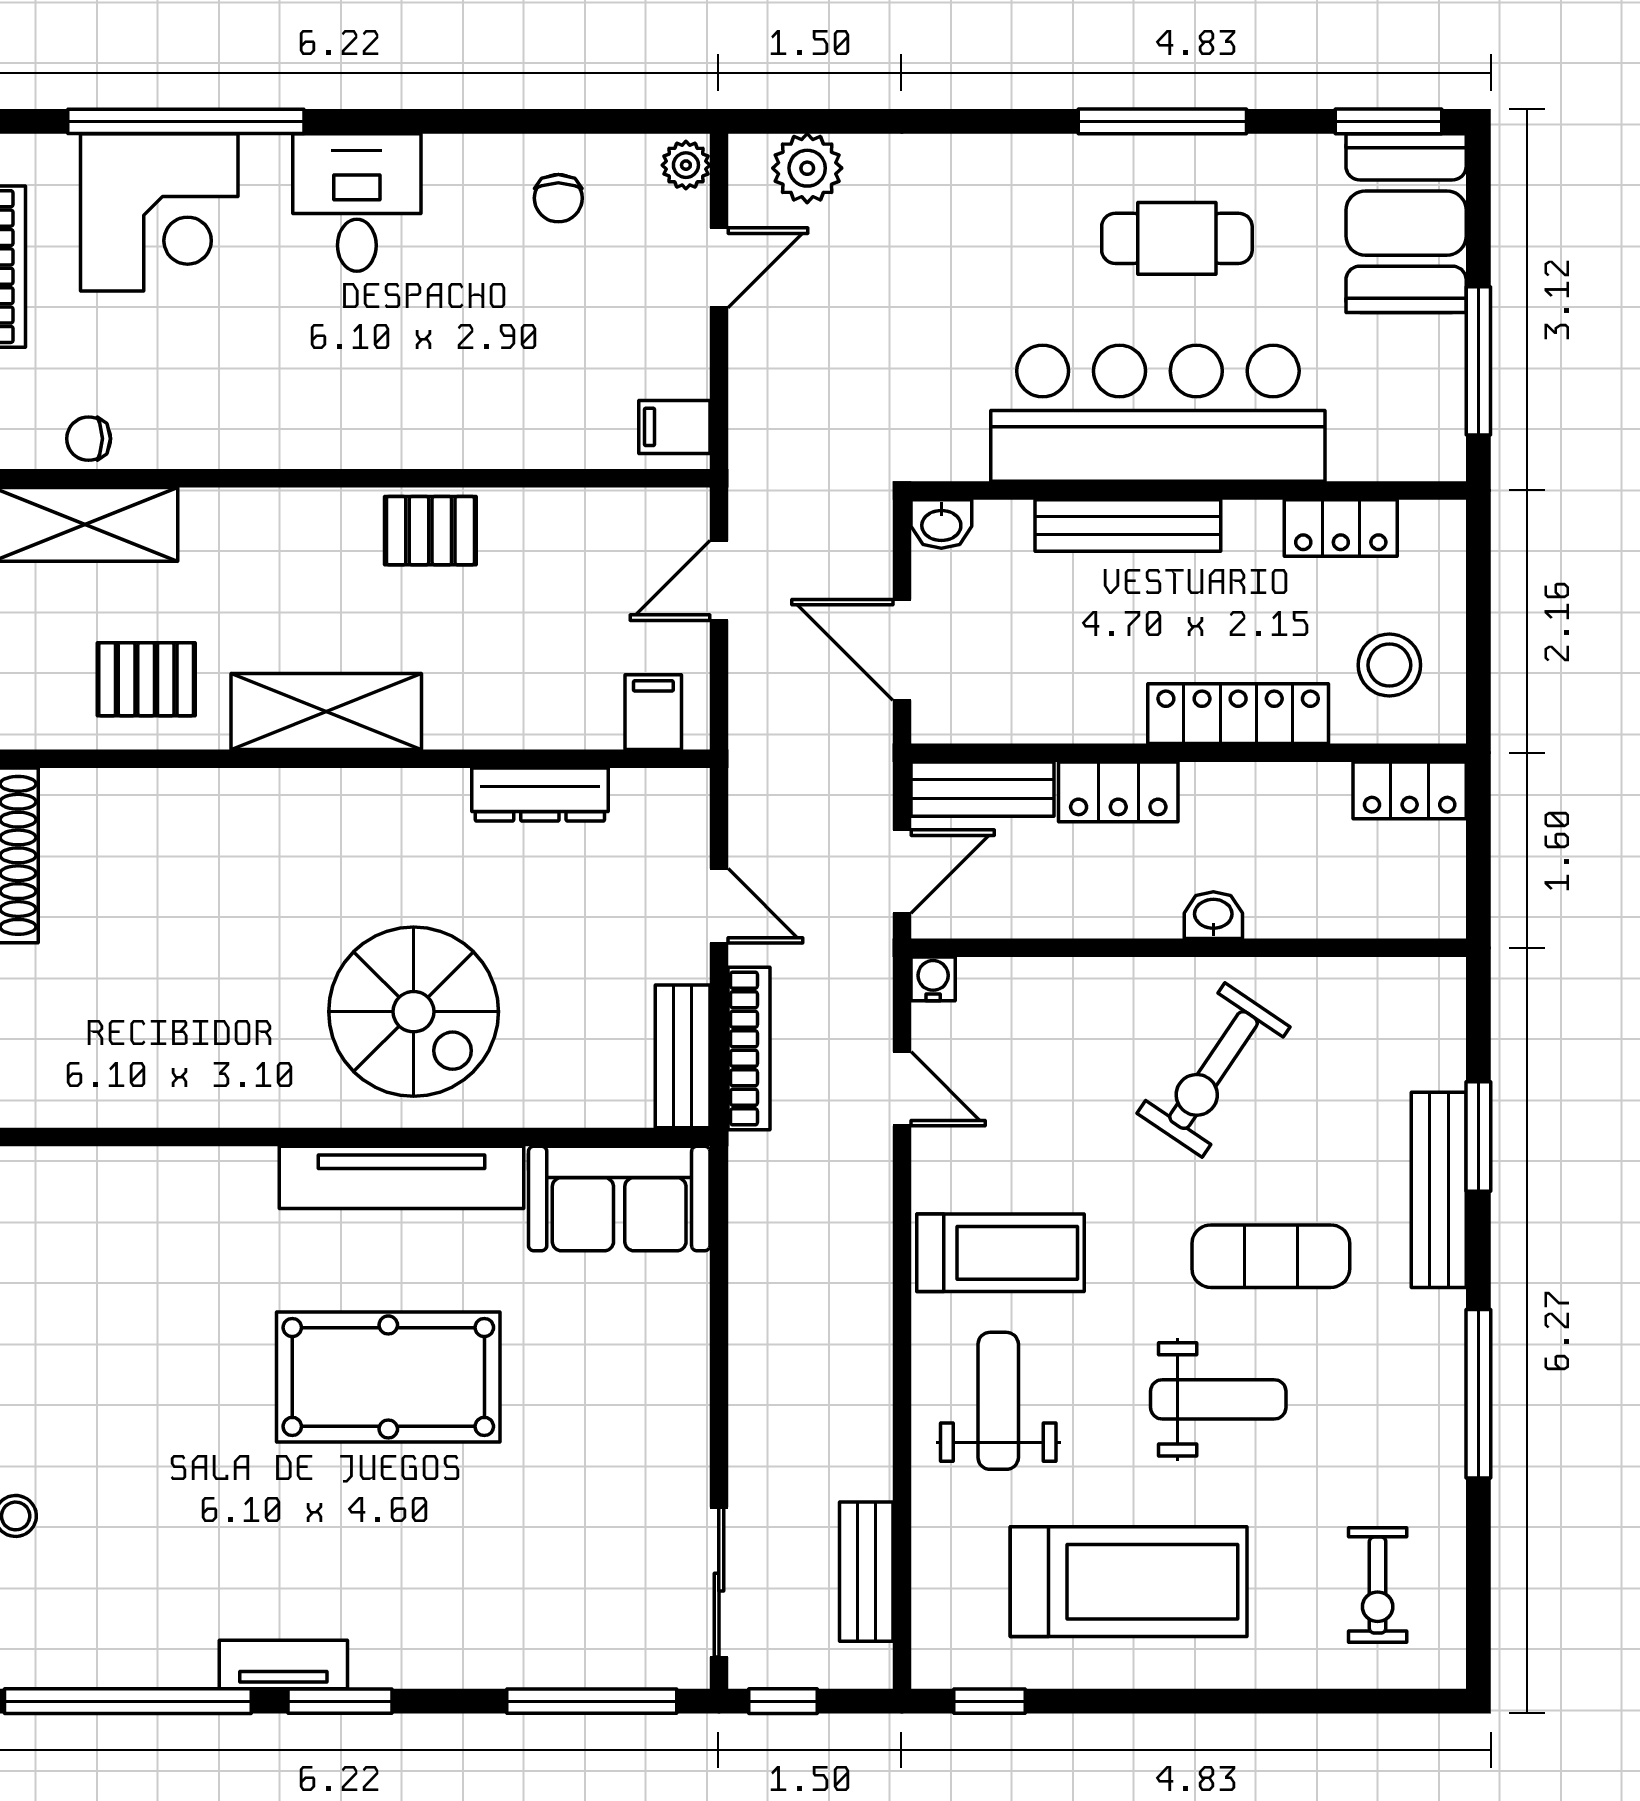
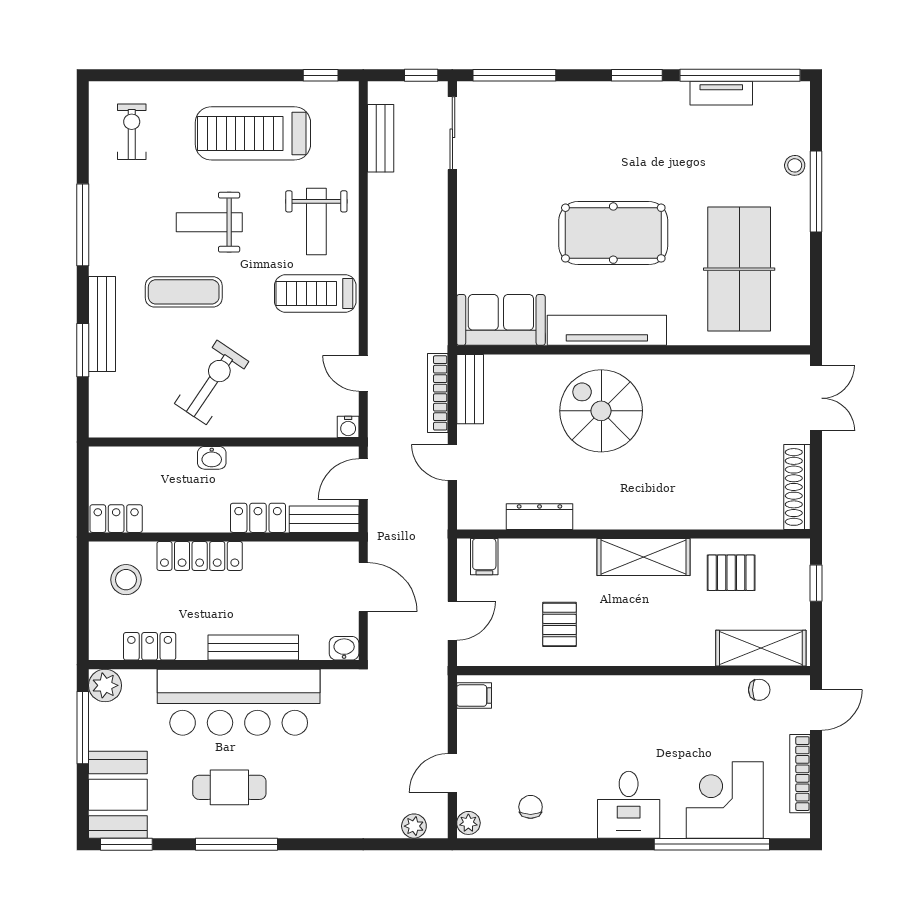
plant: (807, 168) -> (414, 826), width x0.73, depth x0.73
plant: (1432, 448) -> (105, 685), added
pallet: (430, 531) -> (559, 624), moved, turned 90
table tennis table: (130, 1303) -> (739, 269), added
tv unit: (283, 1664) -> (721, 93), moved

